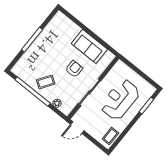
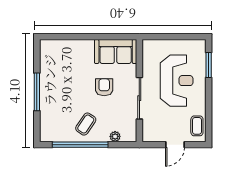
sofa: (89, 46) -> (116, 51), moved
reception desk: (120, 100) -> (177, 81), turned 180
door: (77, 128) -> (175, 145), moved

